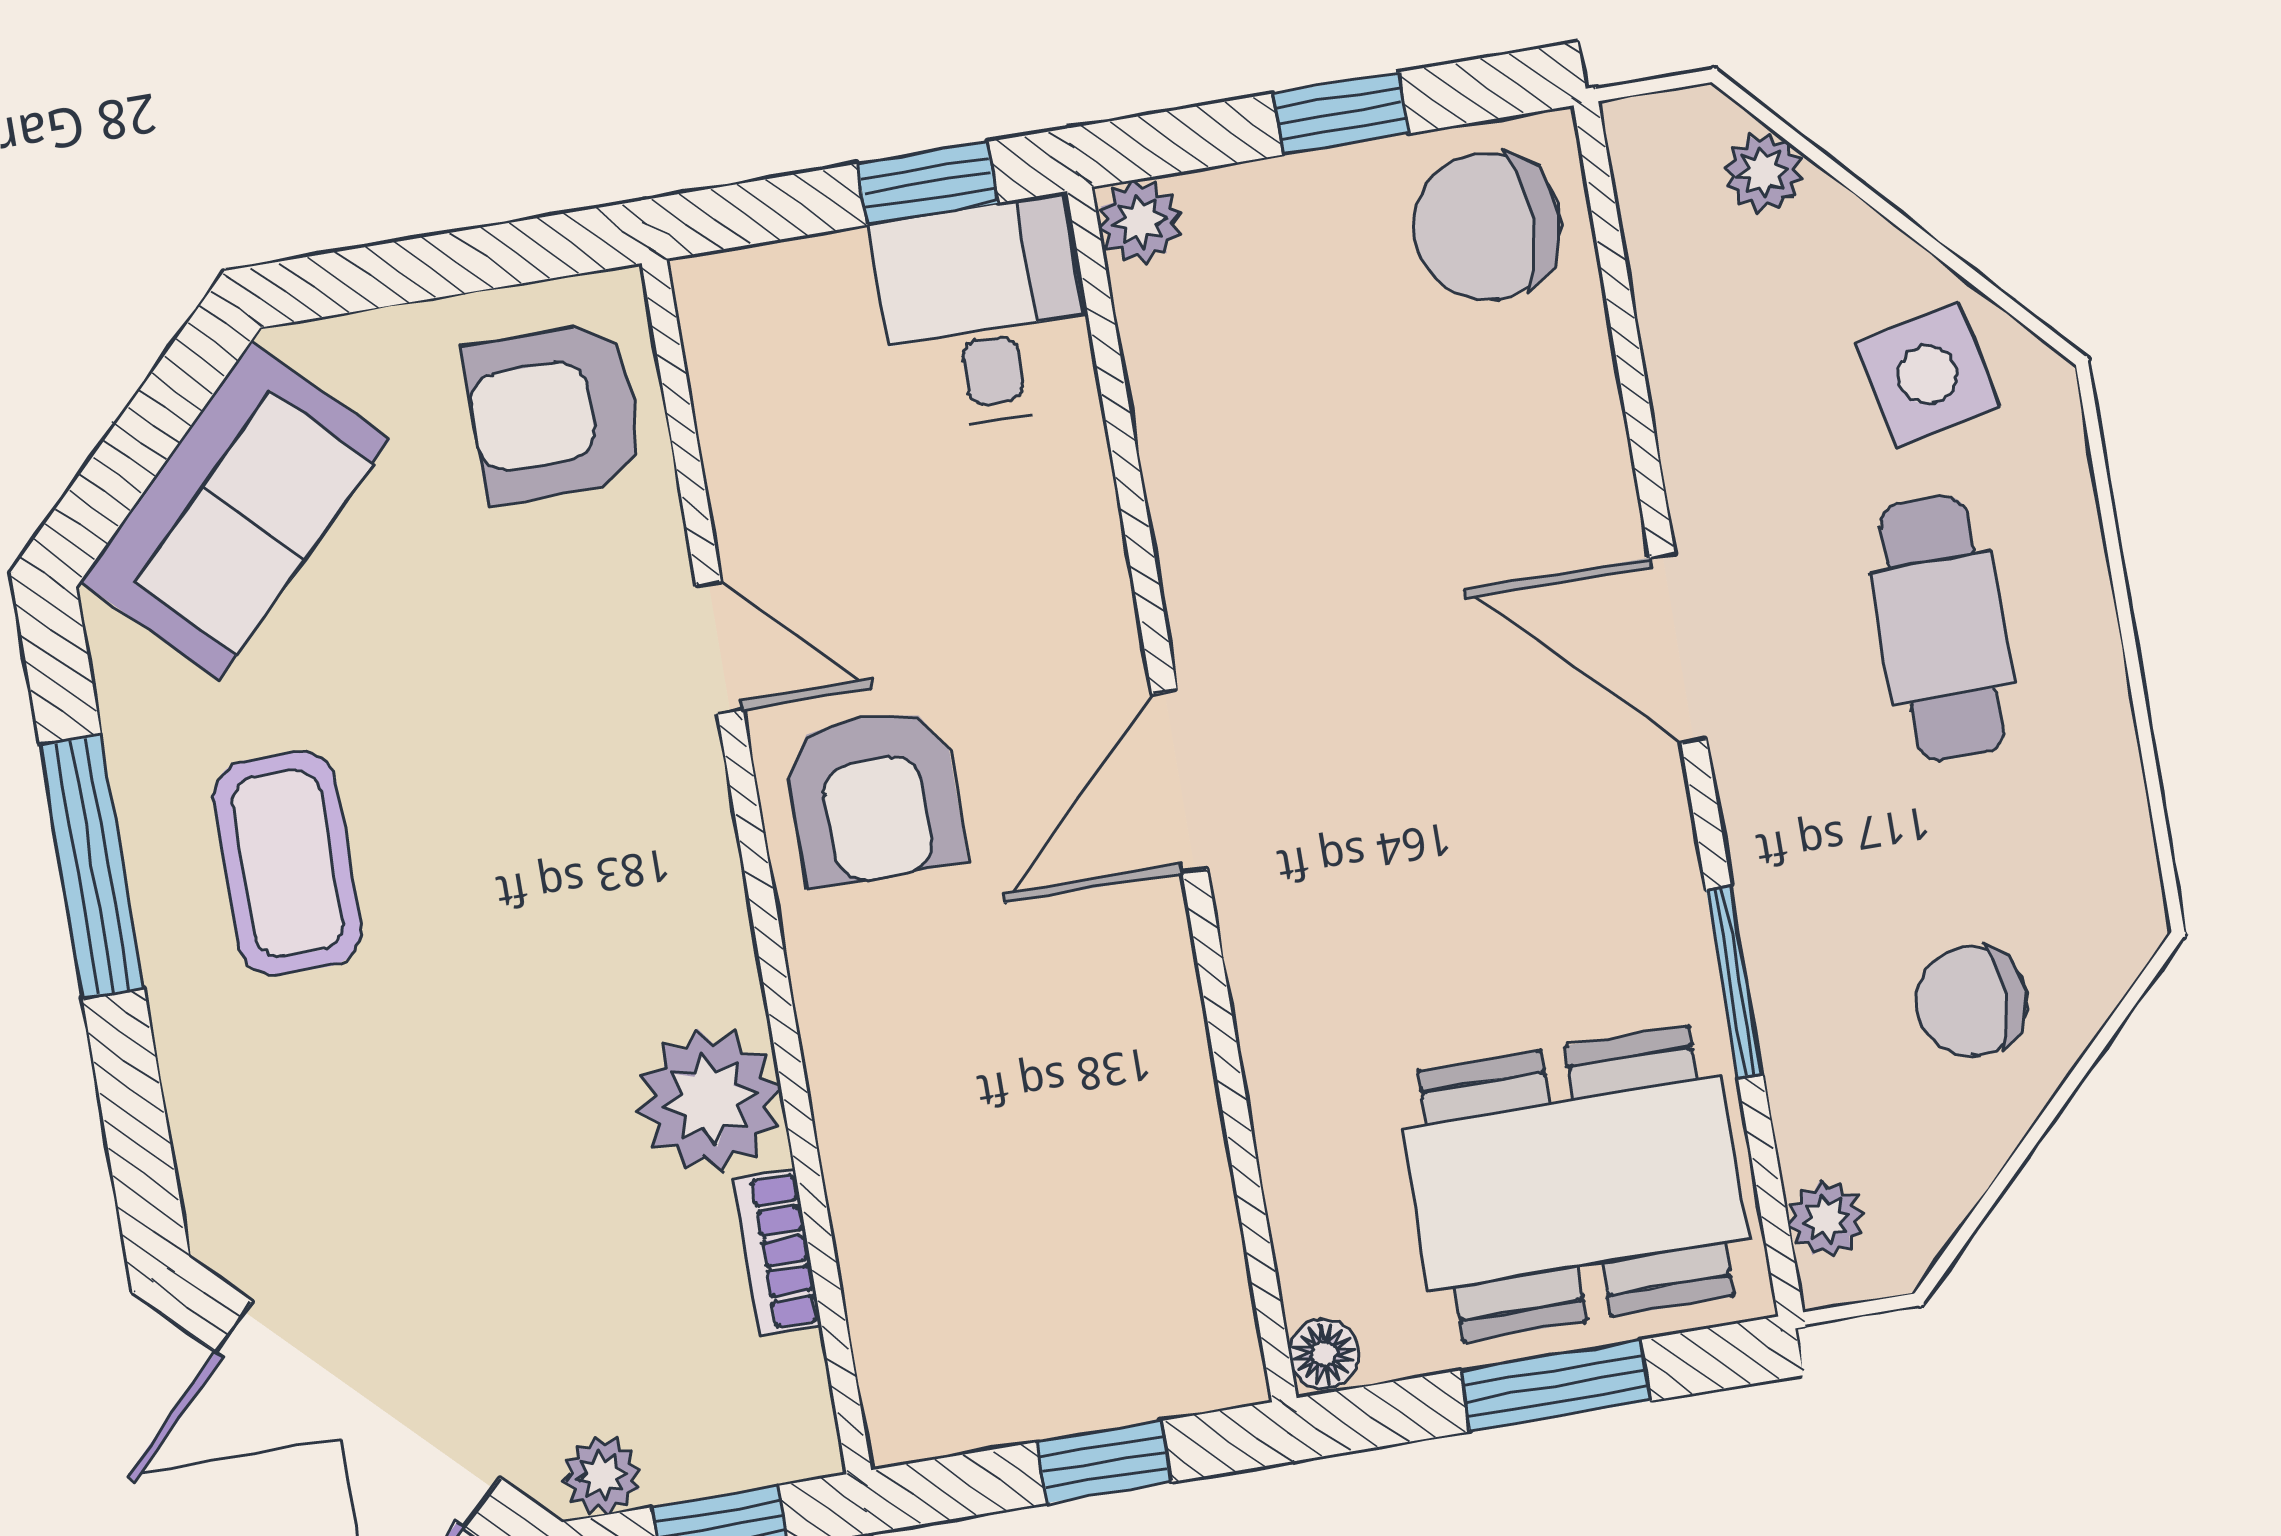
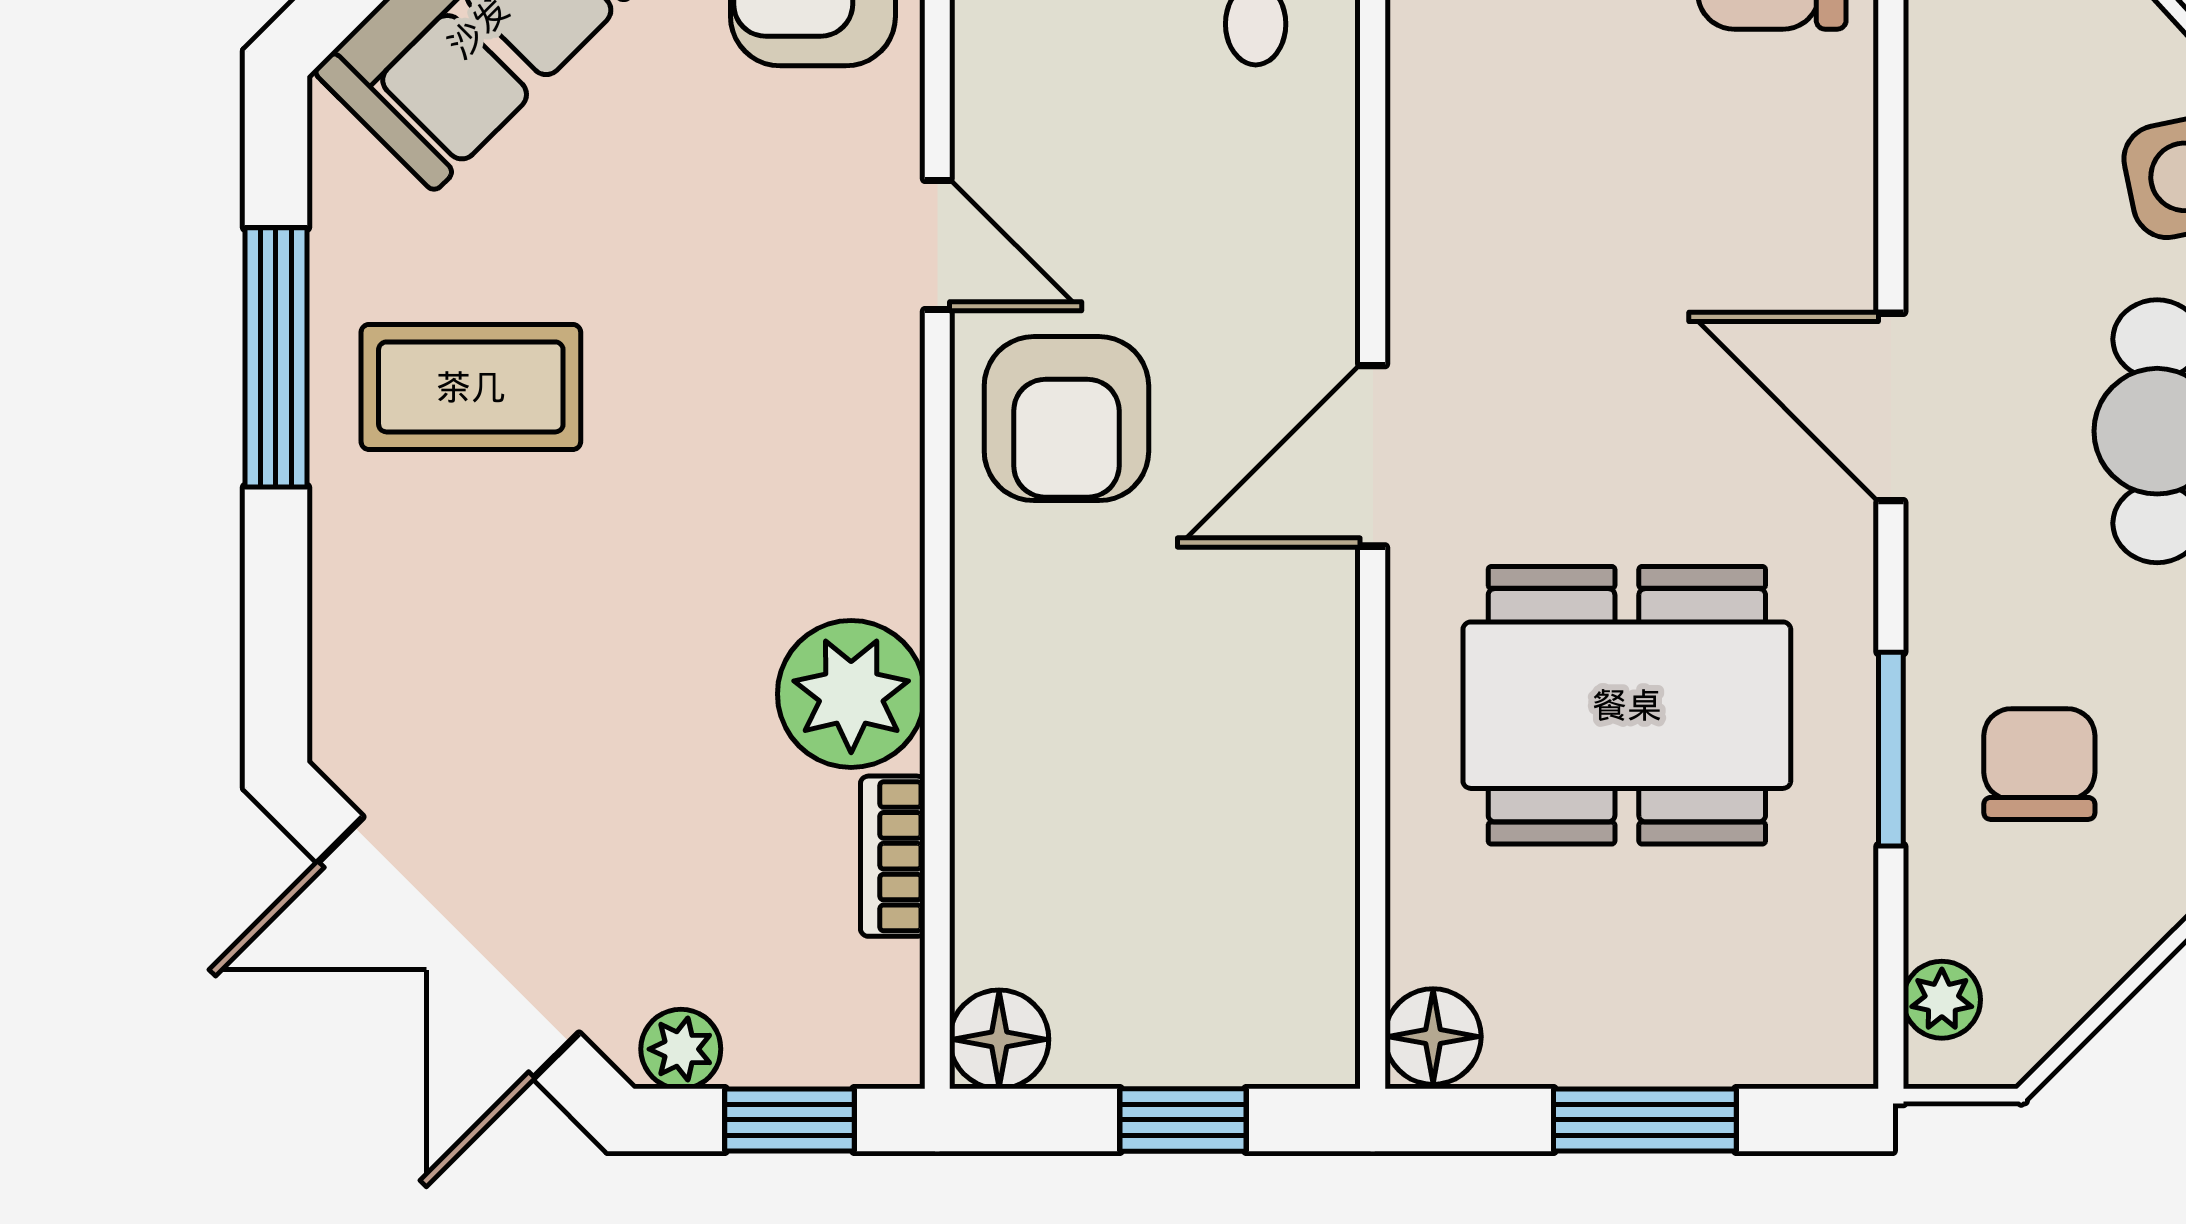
coffee table: (287, 863) -> (471, 387), turned 90
chair: (1972, 1001) -> (2039, 764), moved, turned 90
dining table: (1576, 1183) -> (1627, 705), moved
floor lamp: (1324, 1354) -> (1433, 1037), width x1.37, depth x1.37
floor lamp: (911, 1414) -> (999, 1039), added

